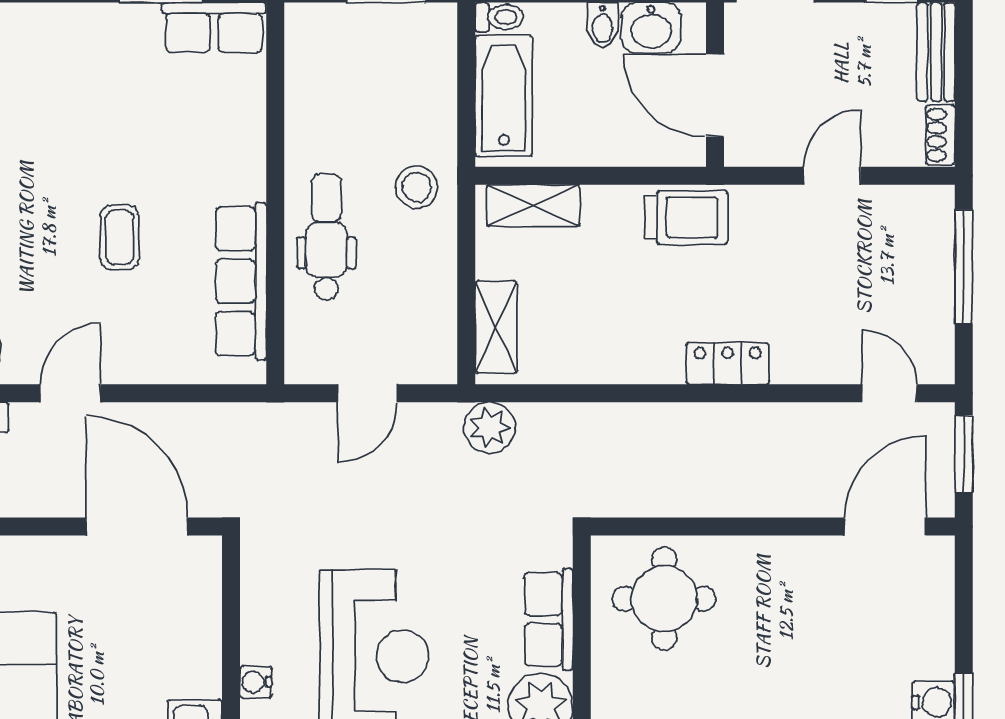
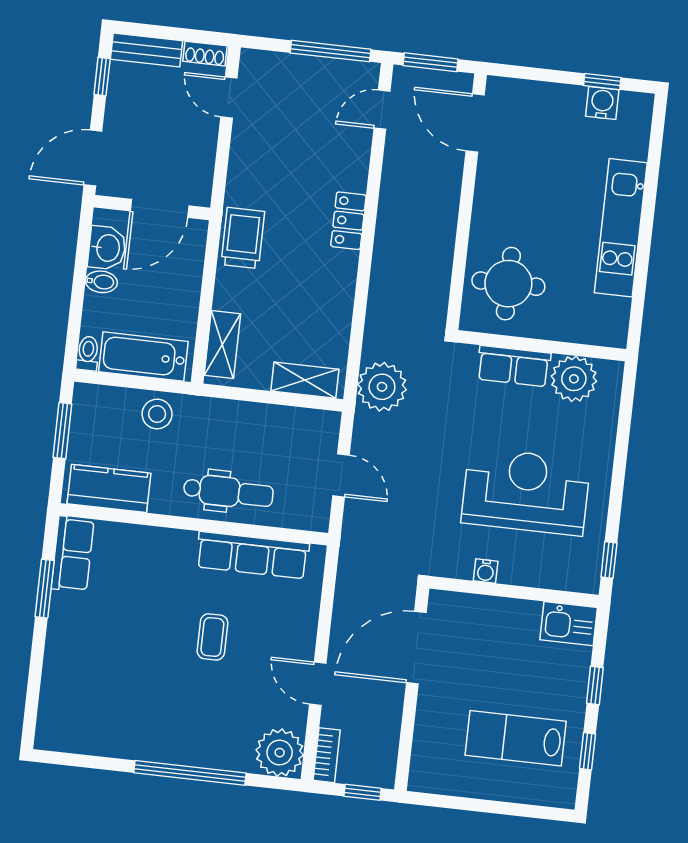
kitchen counter: (313, 68) -> (109, 488), added
door: (832, 176) -> (229, 98), moved
stool: (417, 187) -> (157, 414), moved
dental chair: (326, 237) -> (228, 492), turned 180
coffee table: (120, 238) -> (212, 637), turned 90
window: (964, 267) -> (330, 51), moved
plant: (490, 428) -> (382, 387), width x1.36, depth x1.36
water cooler: (256, 682) -> (486, 571), moved

